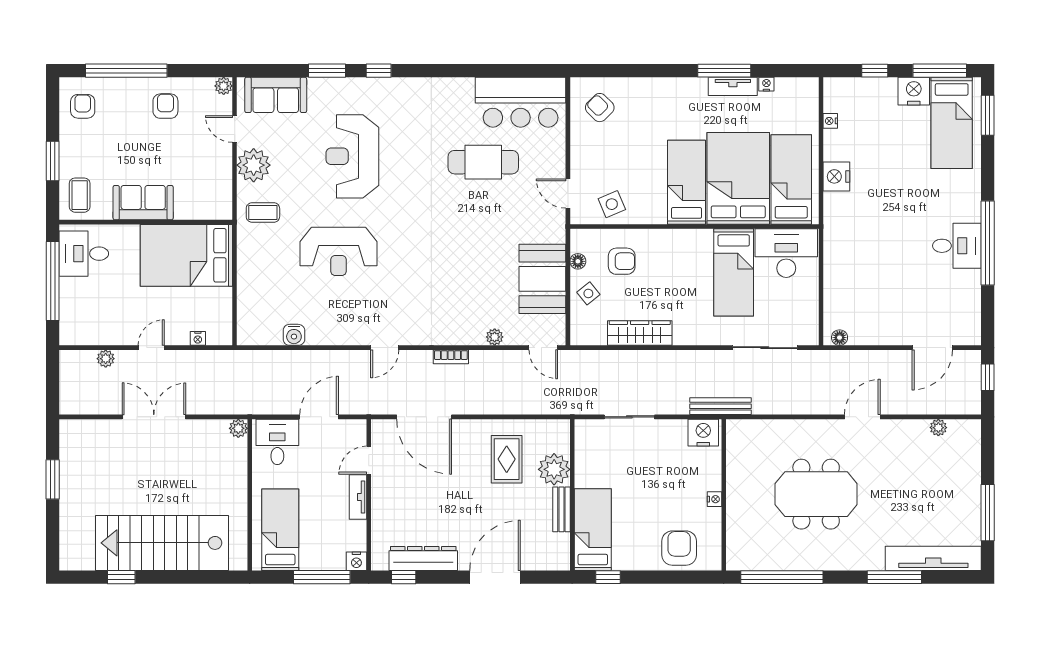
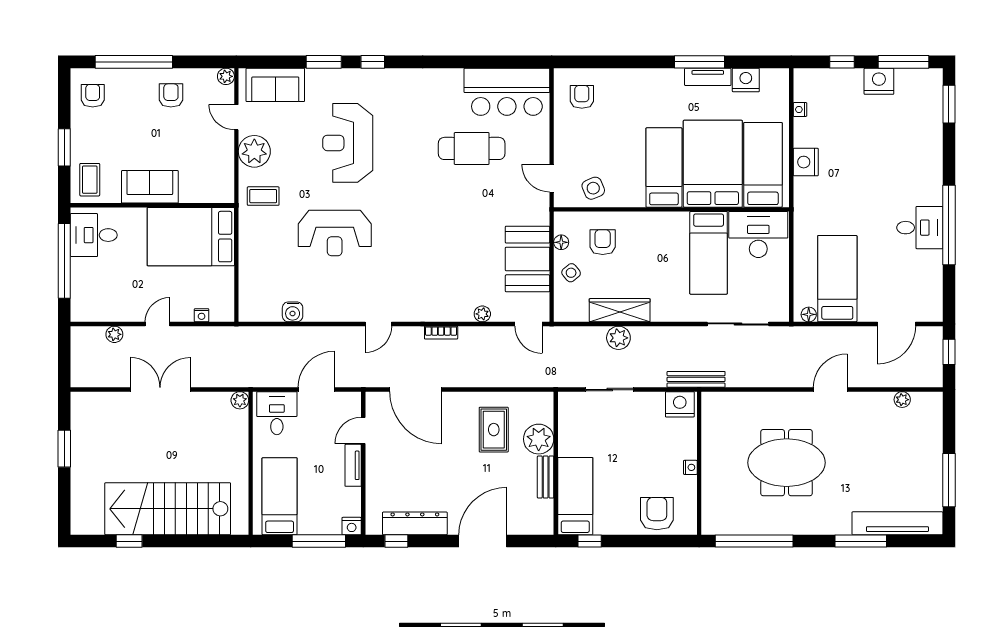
nightstand: (766, 84) -> (746, 80), width x1.89, depth x1.79
armchair: (600, 108) -> (582, 97), turned 45
bed: (952, 123) -> (837, 279), moved, turned 180
armchair: (622, 261) -> (603, 242), turned -90
plant: (638, 362) -> (618, 338), added

